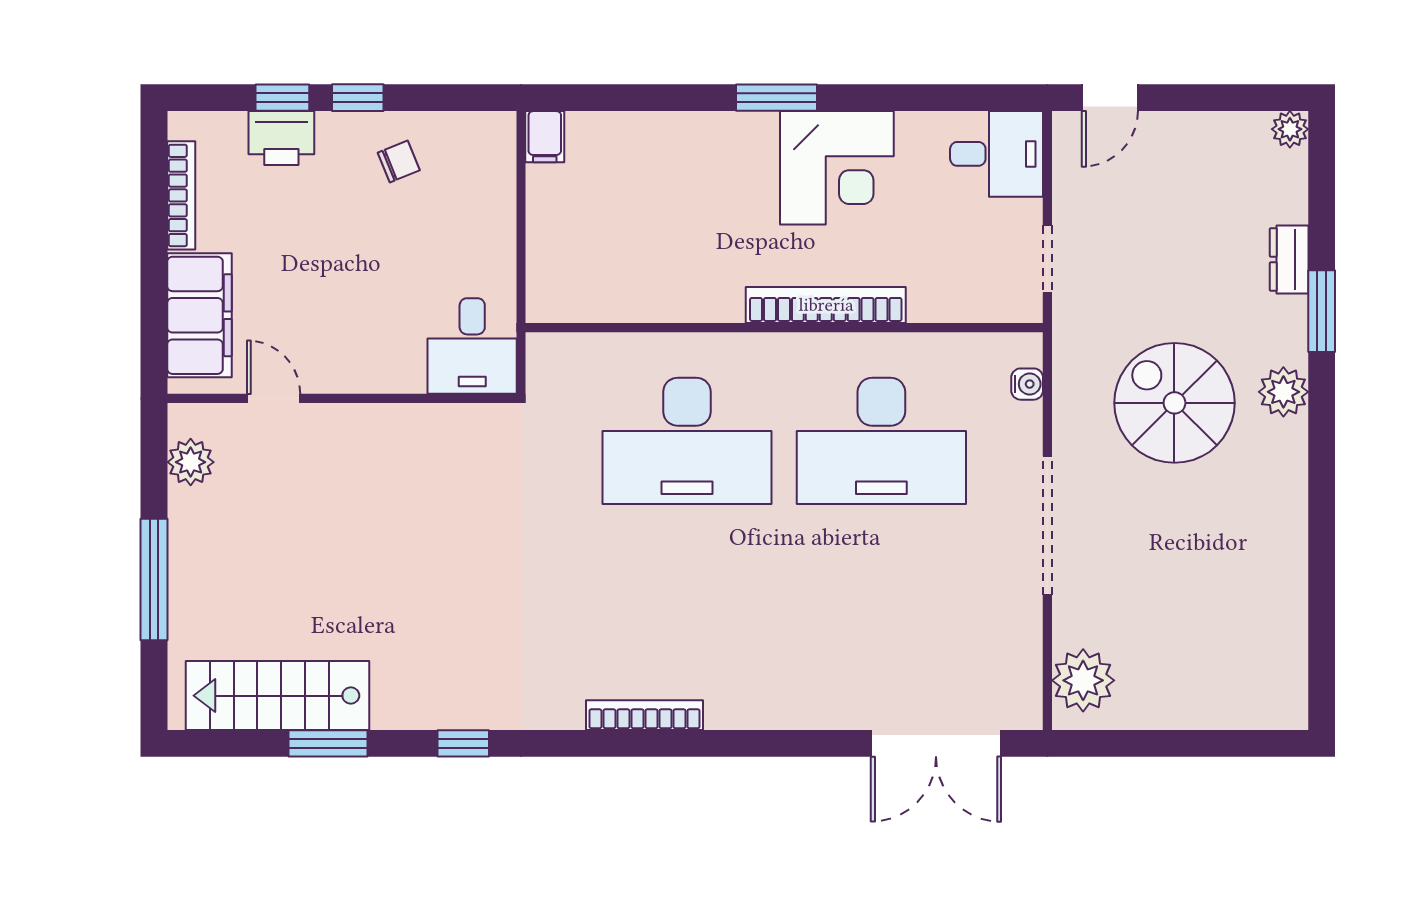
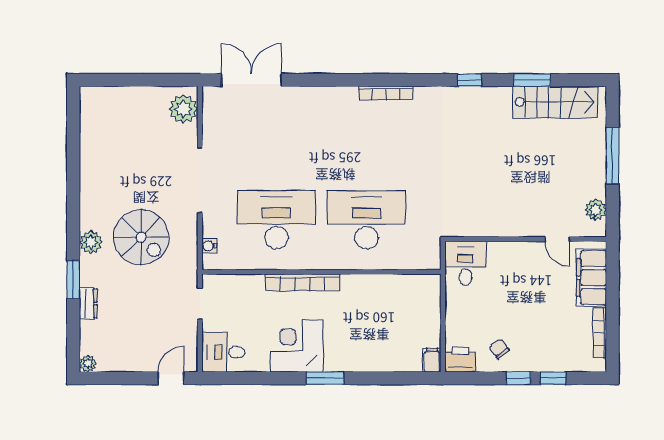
printer: (281, 138) -> (460, 360), moved
chair: (399, 161) -> (499, 349), turned 76

